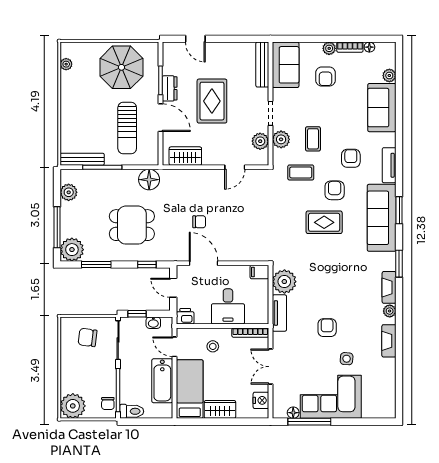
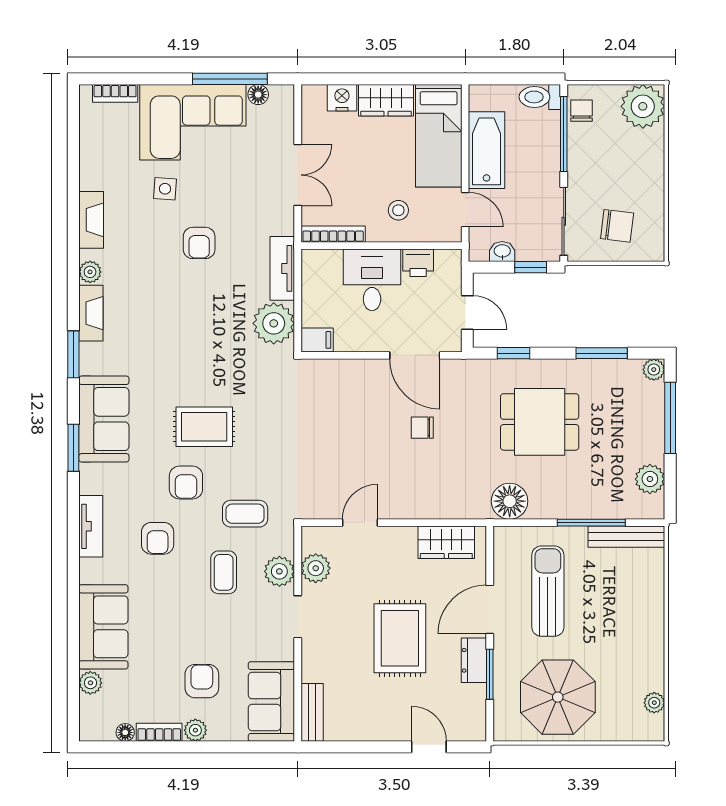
bench: (262, 65) -> (312, 712), width x0.73
door: (160, 118) -> (490, 609), hinge flipped
sofa: (382, 218) -> (104, 419), width x0.73
plant: (72, 250) -> (654, 370), width x0.53, depth x0.53
printer: (185, 316) -> (418, 263), moved
nightstand: (261, 400) -> (342, 98), moved, turned 90
bookcase: (375, 413) -> (115, 93), added

